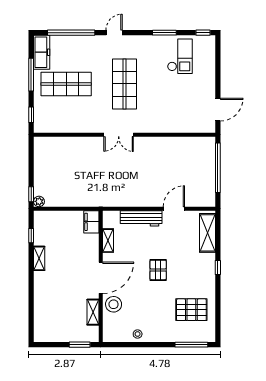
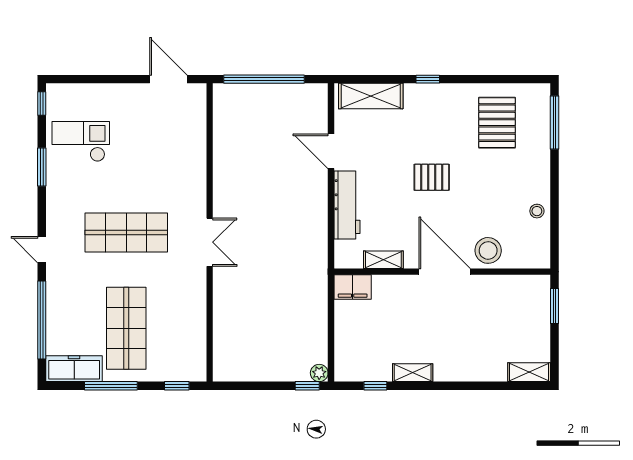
shelving: (93, 312) -> (529, 372), moved

